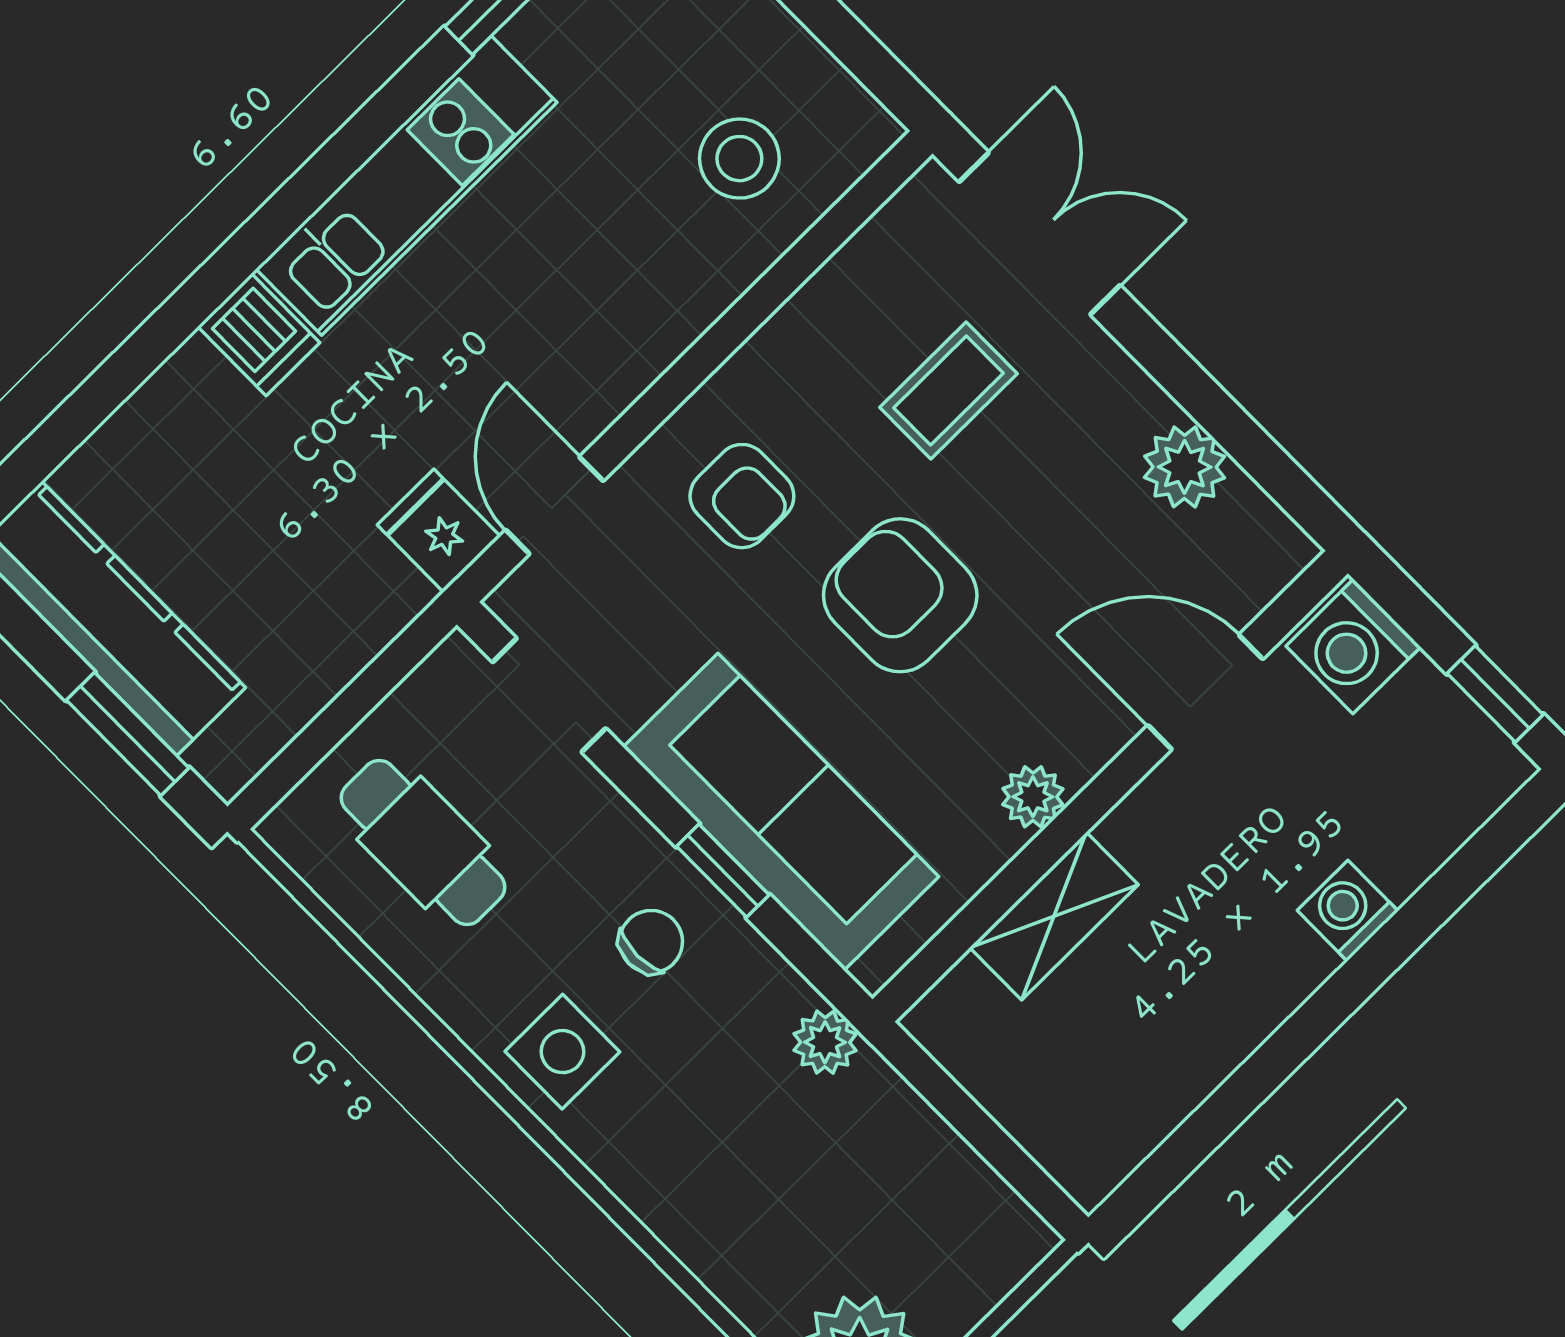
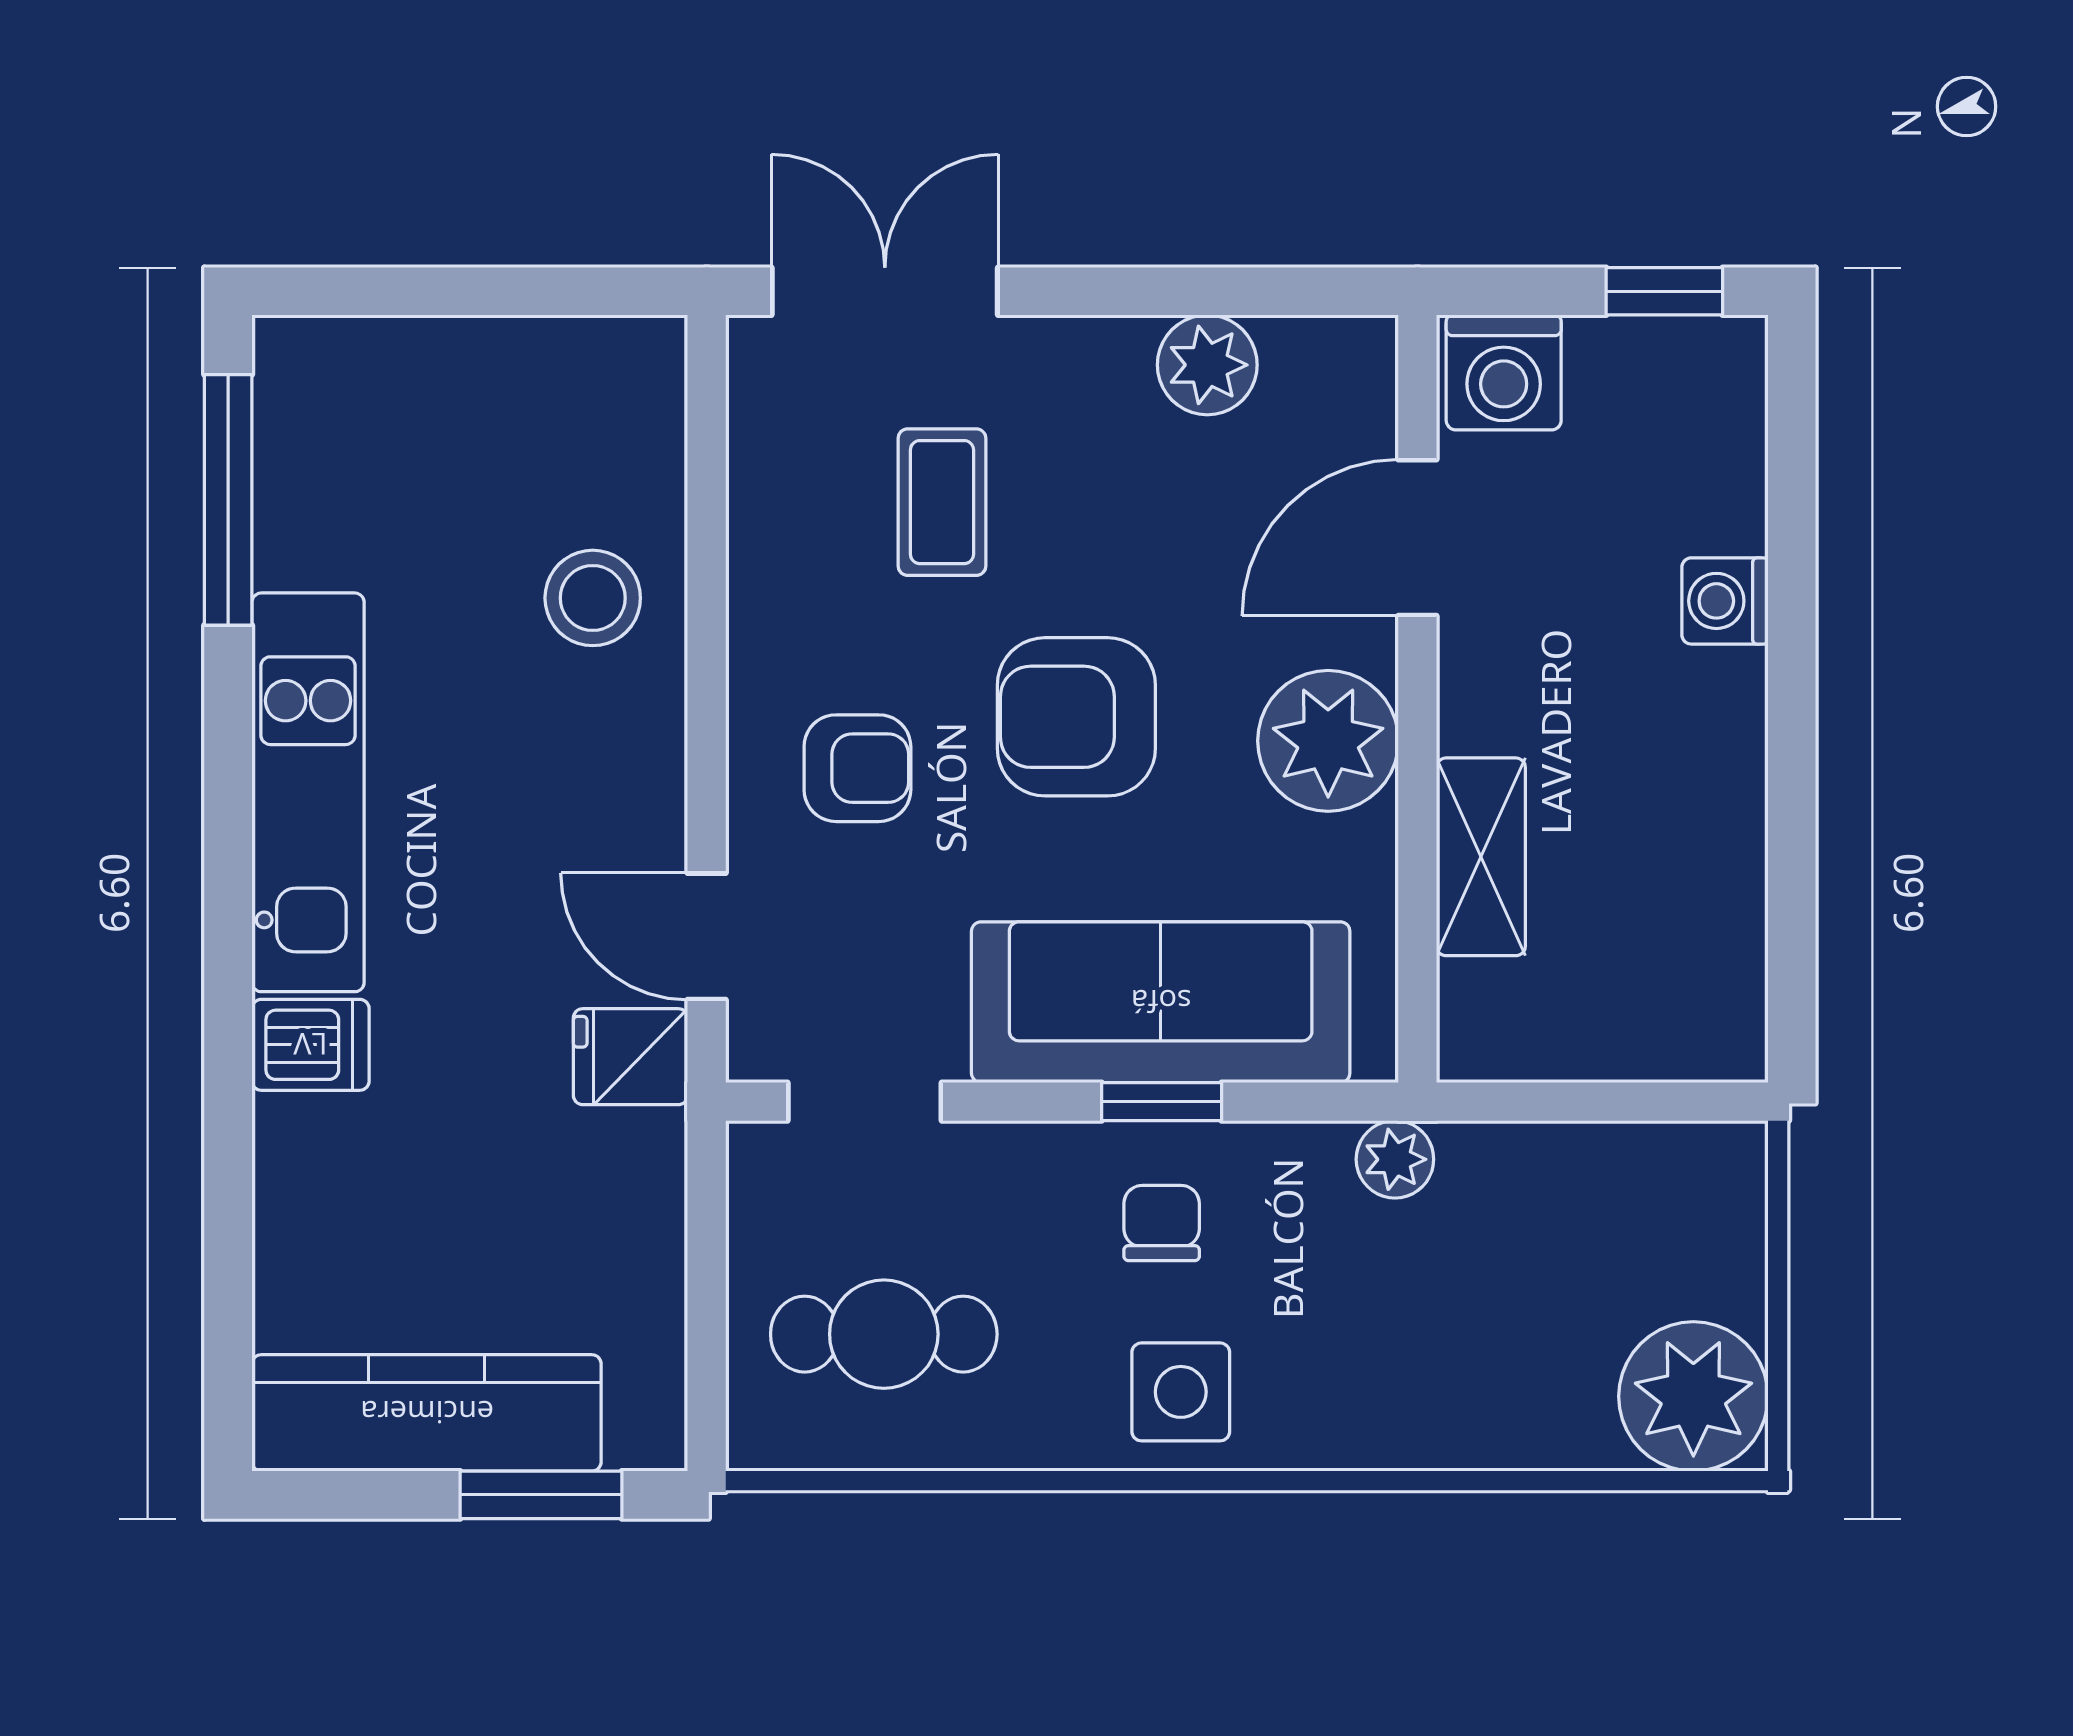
stool: (739, 159) -> (593, 598), moved
plant: (1033, 797) -> (1328, 741), width x1.87, depth x1.87

